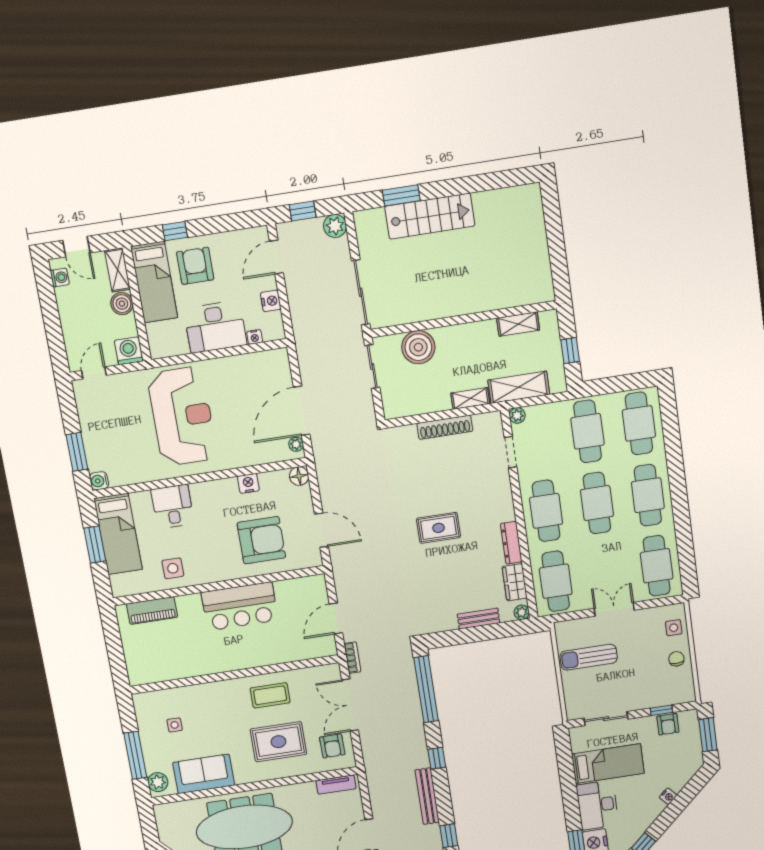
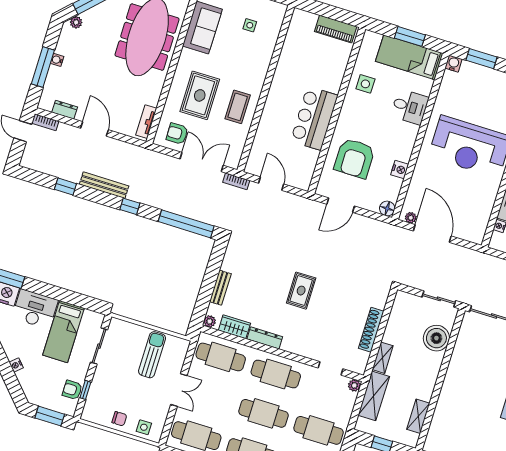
piano: (152, 611) -> (336, 29), moved, turned -90

